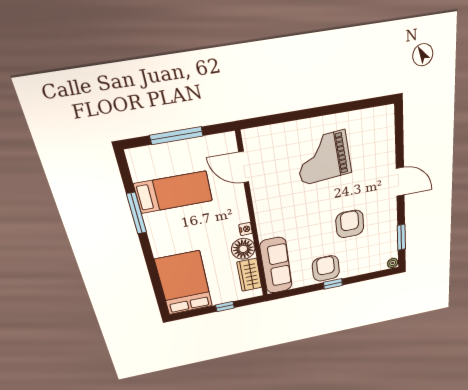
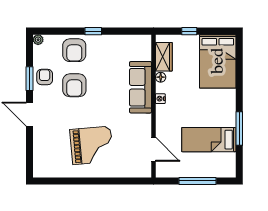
armchair: (384, 226) -> (45, 77), added
window: (401, 237) -> (30, 79), moved
floor lamp: (243, 249) -> (161, 77), width x0.53, depth x0.53
sofa: (276, 266) -> (140, 87), moved
armchair: (326, 268) -> (74, 50), moved

